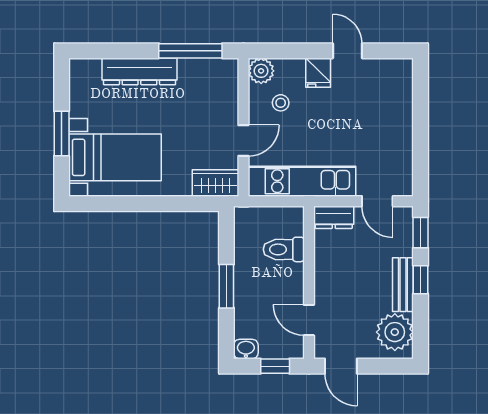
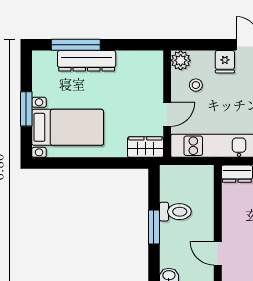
window: (190, 51) -> (76, 45), moved
toilet: (284, 249) -> (175, 212), moved, turned 180

